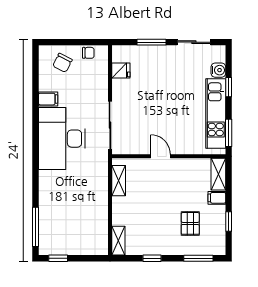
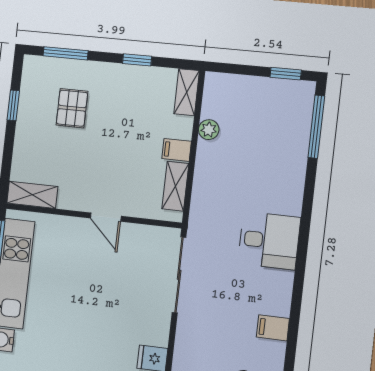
desk: (62, 139) -> (269, 241), width x0.53, depth x0.77
shelving: (218, 174) -> (32, 195), moved, turned 90
filing cabinet: (217, 198) -> (177, 150), moved, turned 180
plant: (102, 218) -> (209, 130), added

